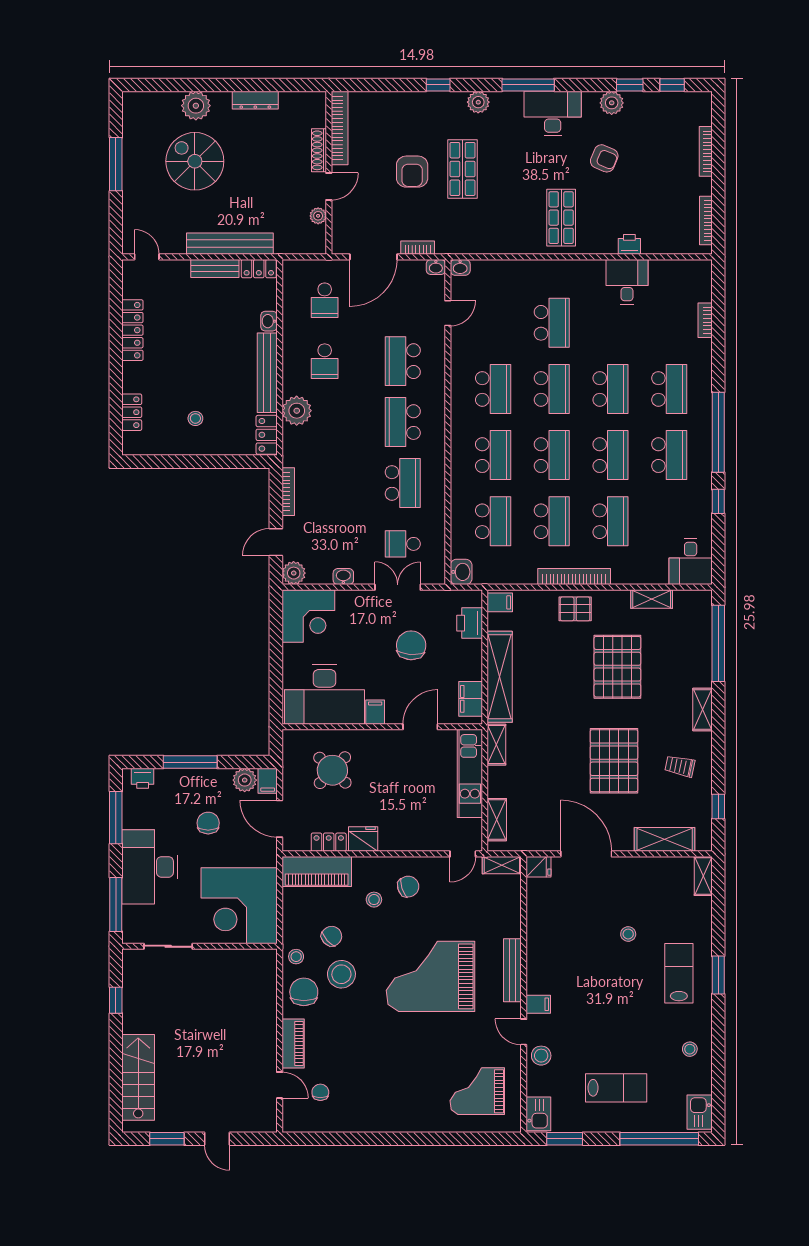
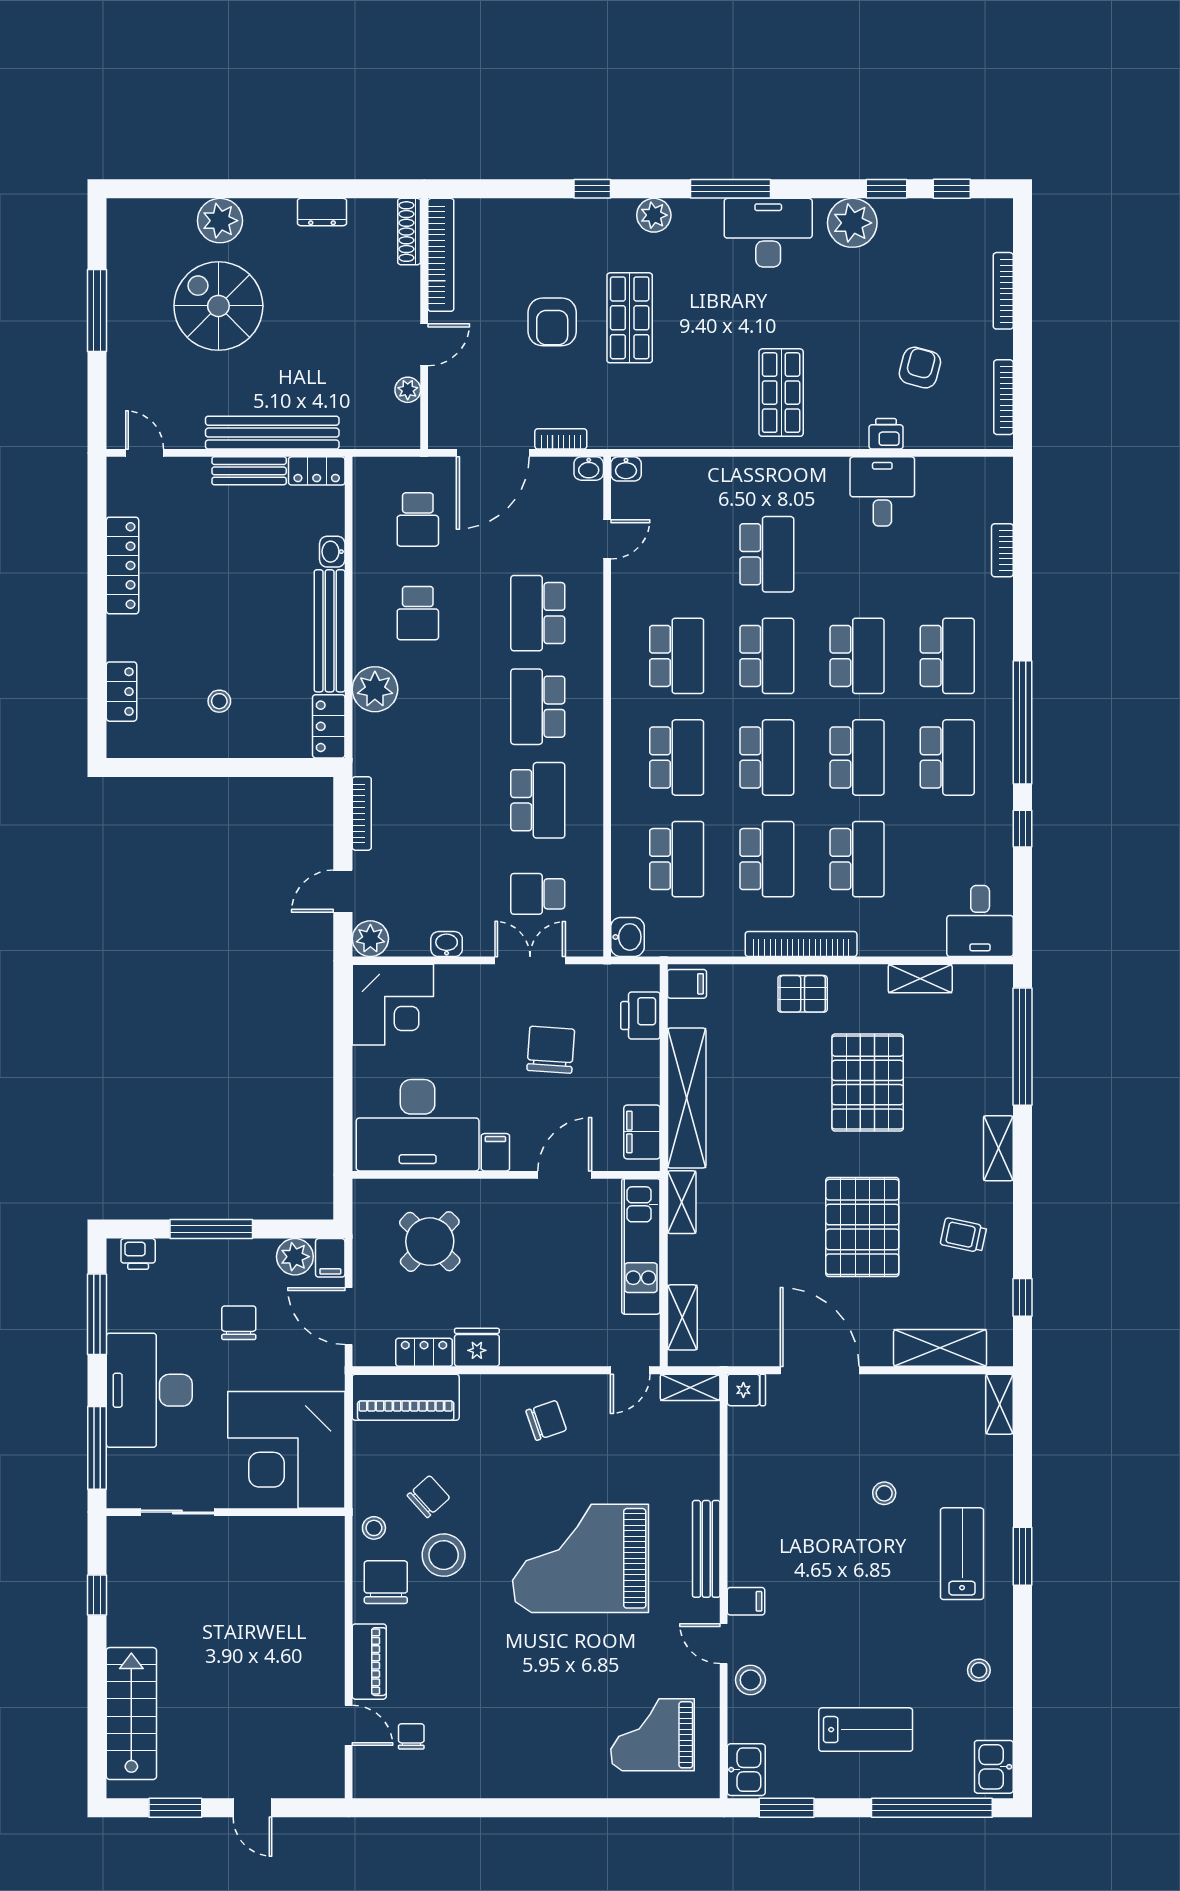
dresser: (255, 100) -> (322, 212), width x0.70
plant: (612, 103) -> (852, 223), width x1.36, depth x1.36
shoe rack: (319, 150) -> (409, 232), moved
armchair: (604, 158) -> (920, 368), moved, turned -98
stool: (374, 900) -> (494, 1440), removed

